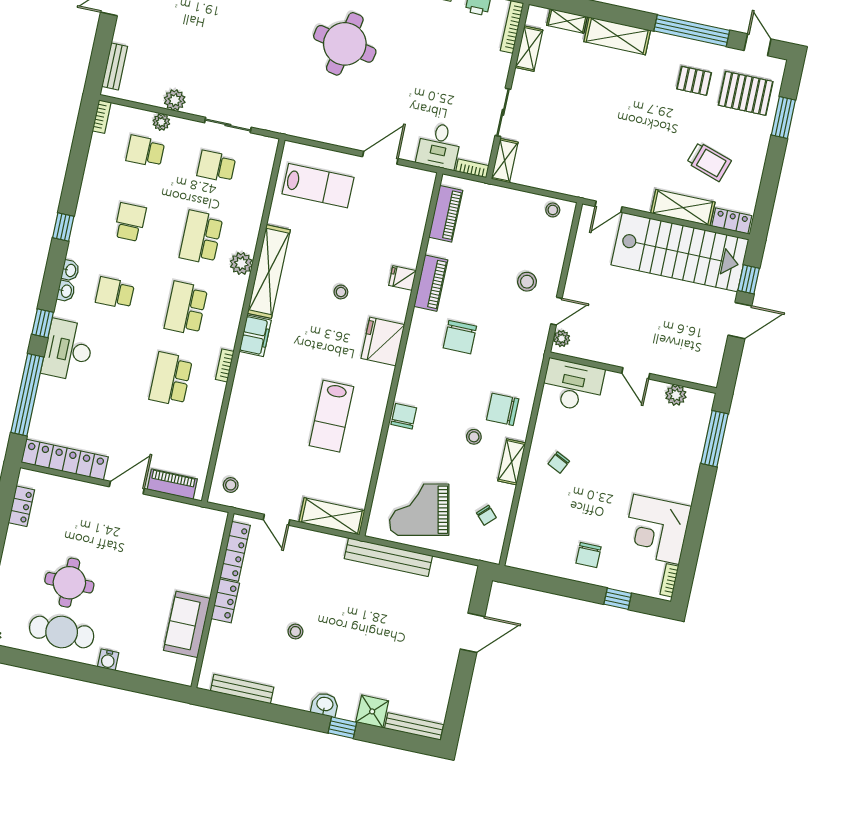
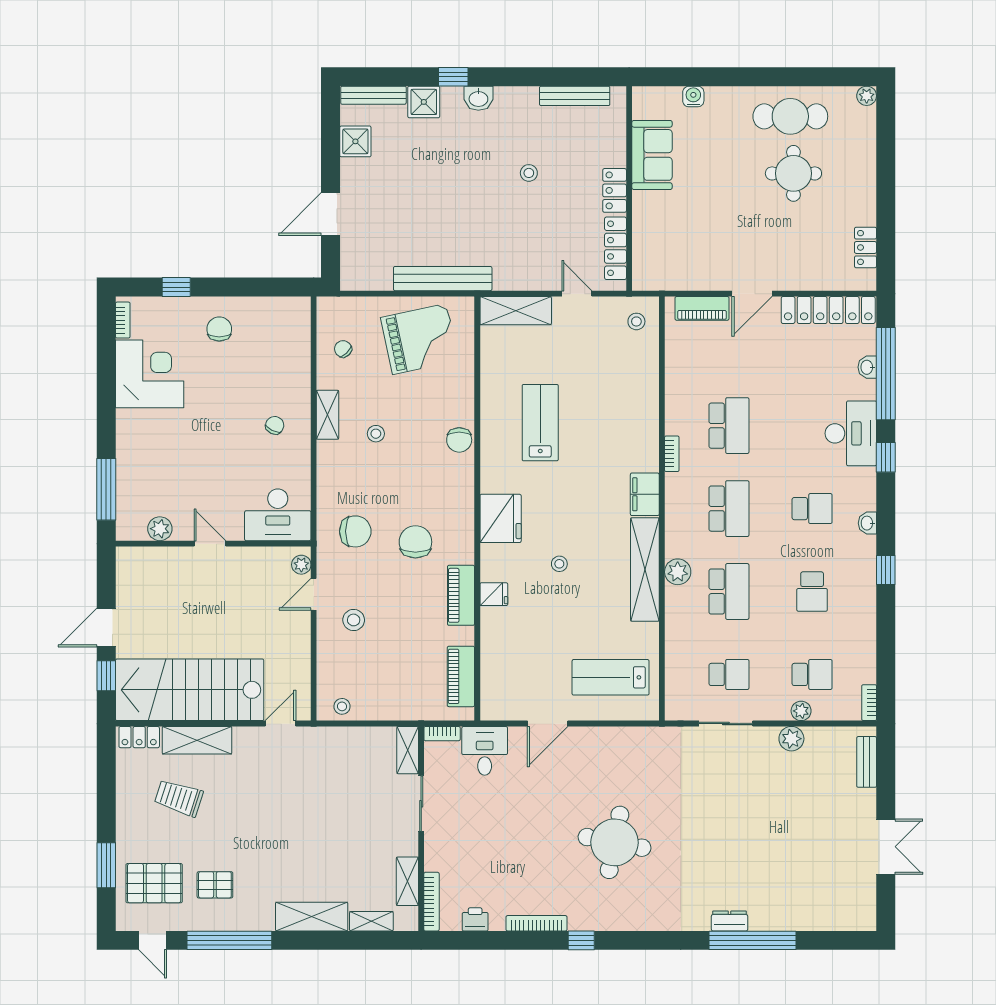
washbasin: (66, 291) -> (867, 367), moved
chair: (503, 409) -> (355, 531), moved
water cooler: (108, 660) -> (693, 97), moved
shower: (438, 690) -> (355, 141), added

